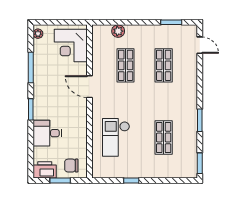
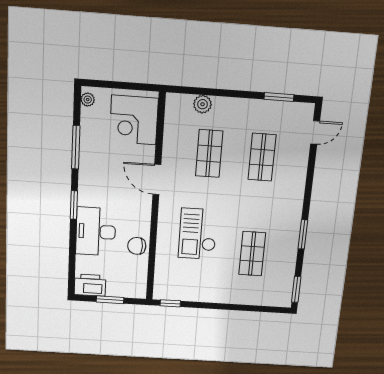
door: (200, 45) -> (315, 133), hinge flipped
desk: (47, 133) -> (96, 232), width x1.37
checkout: (116, 137) -> (198, 234), moved
chair: (71, 166) -> (137, 246), moved
window: (131, 180) -> (170, 303), moved

